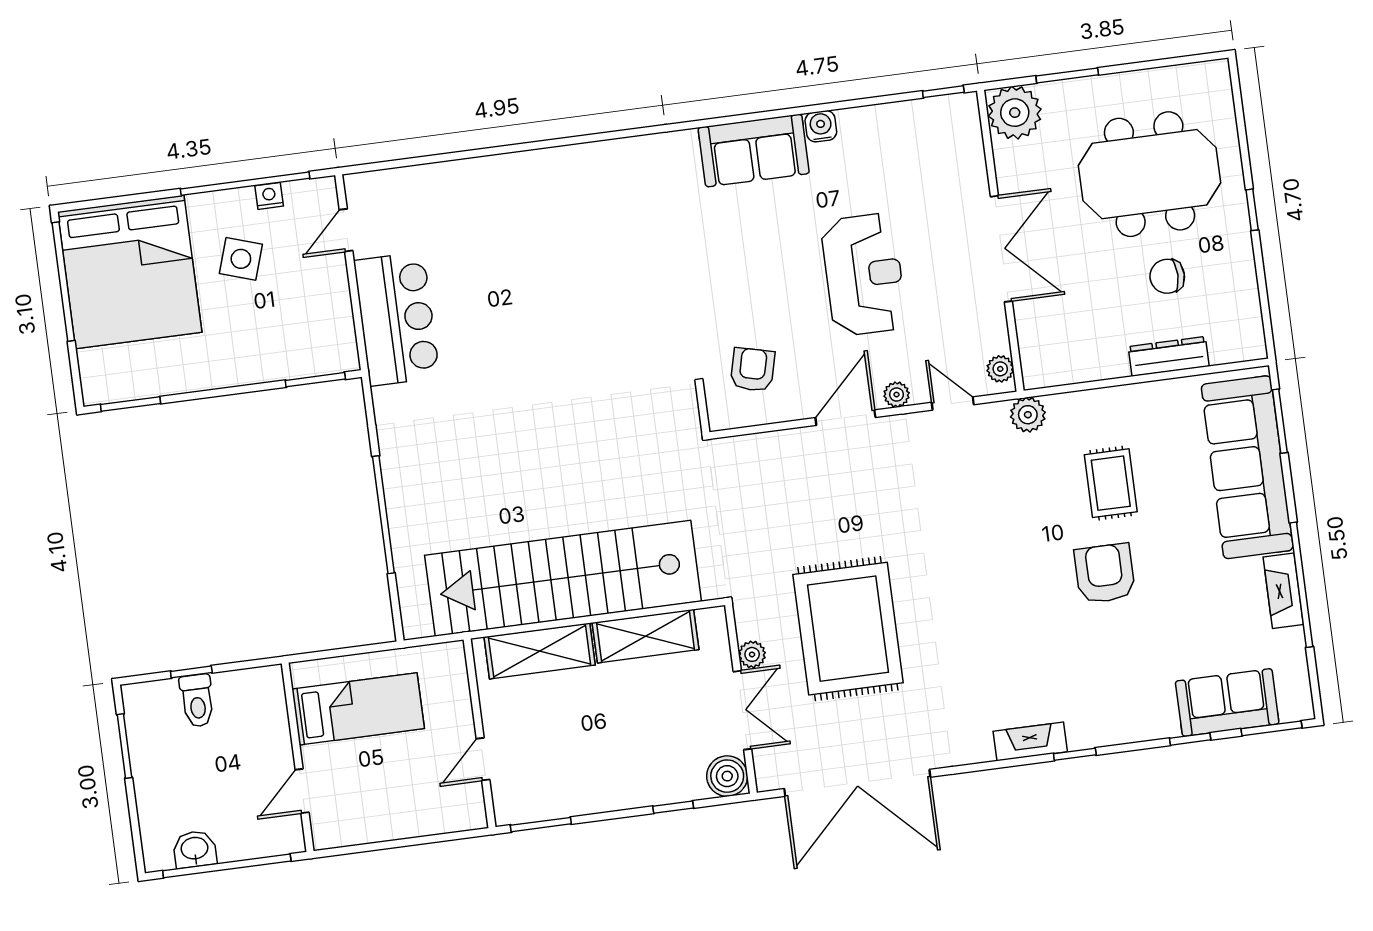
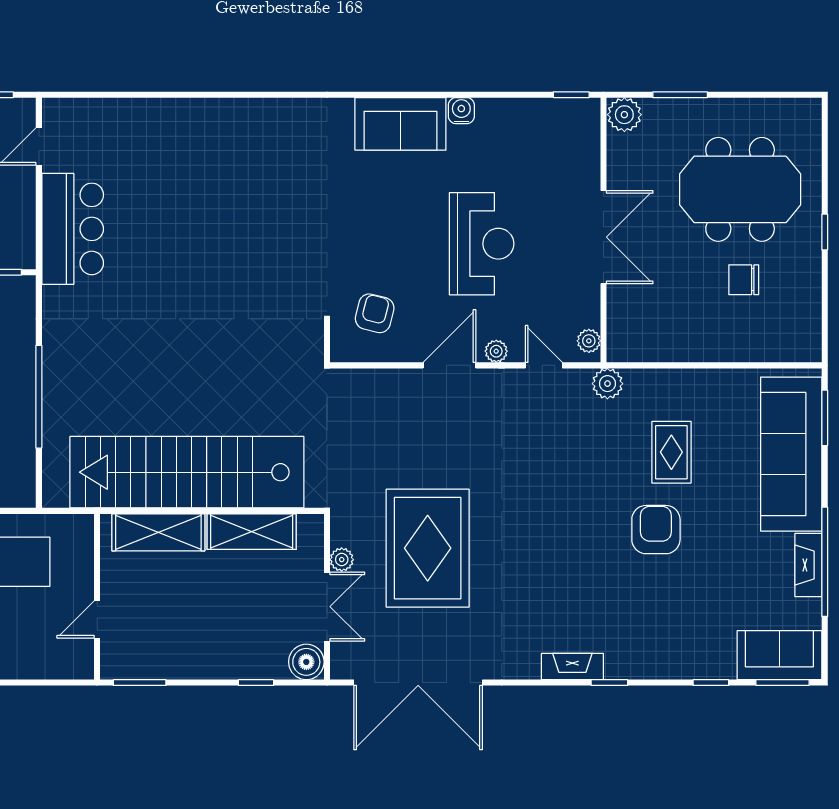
plant: (1015, 113) -> (624, 115), width x0.73, depth x0.73
dresser: (1169, 356) -> (736, 349), removed
sofa: (1227, 702) -> (779, 655), moved

